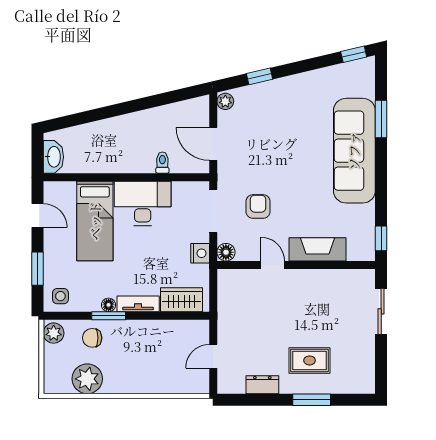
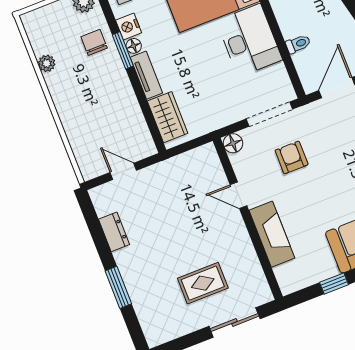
armchair: (258, 207) -> (292, 157), turned -90
window: (381, 238) -> (334, 283), moved
nightstand: (200, 253) -> (129, 26), moved, turned 90
door: (273, 265) -> (238, 195), swing flipped
rug: (310, 360) -> (203, 283), moved, turned 90
plant: (87, 379) -> (47, 63), width x0.53, depth x0.53

